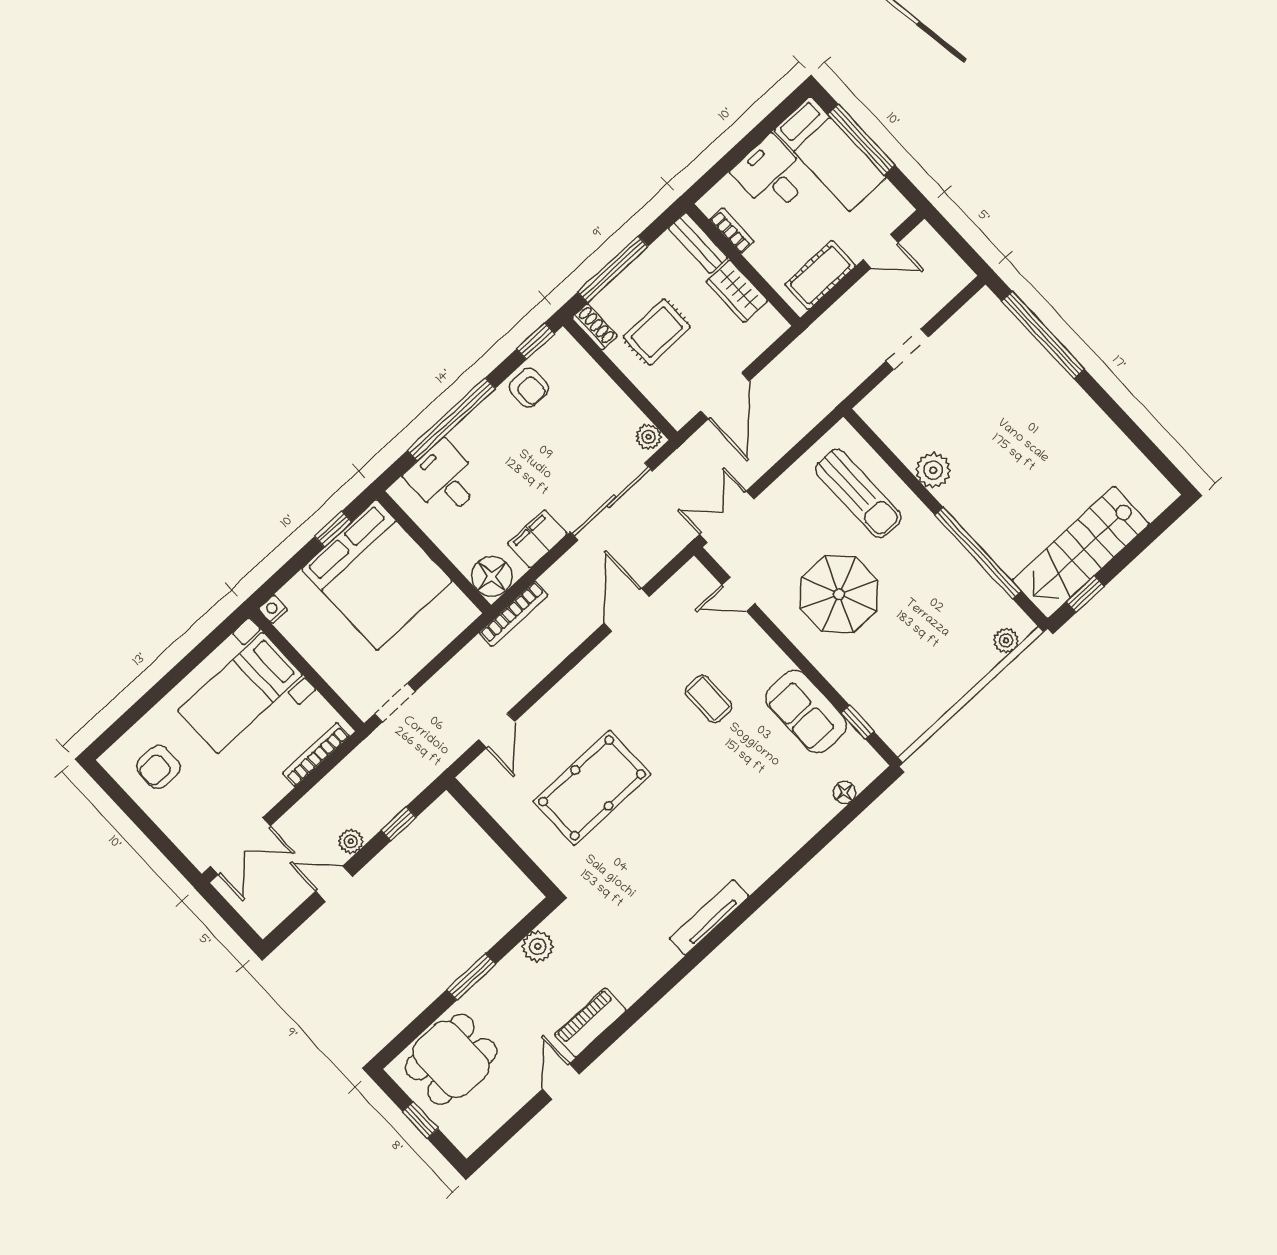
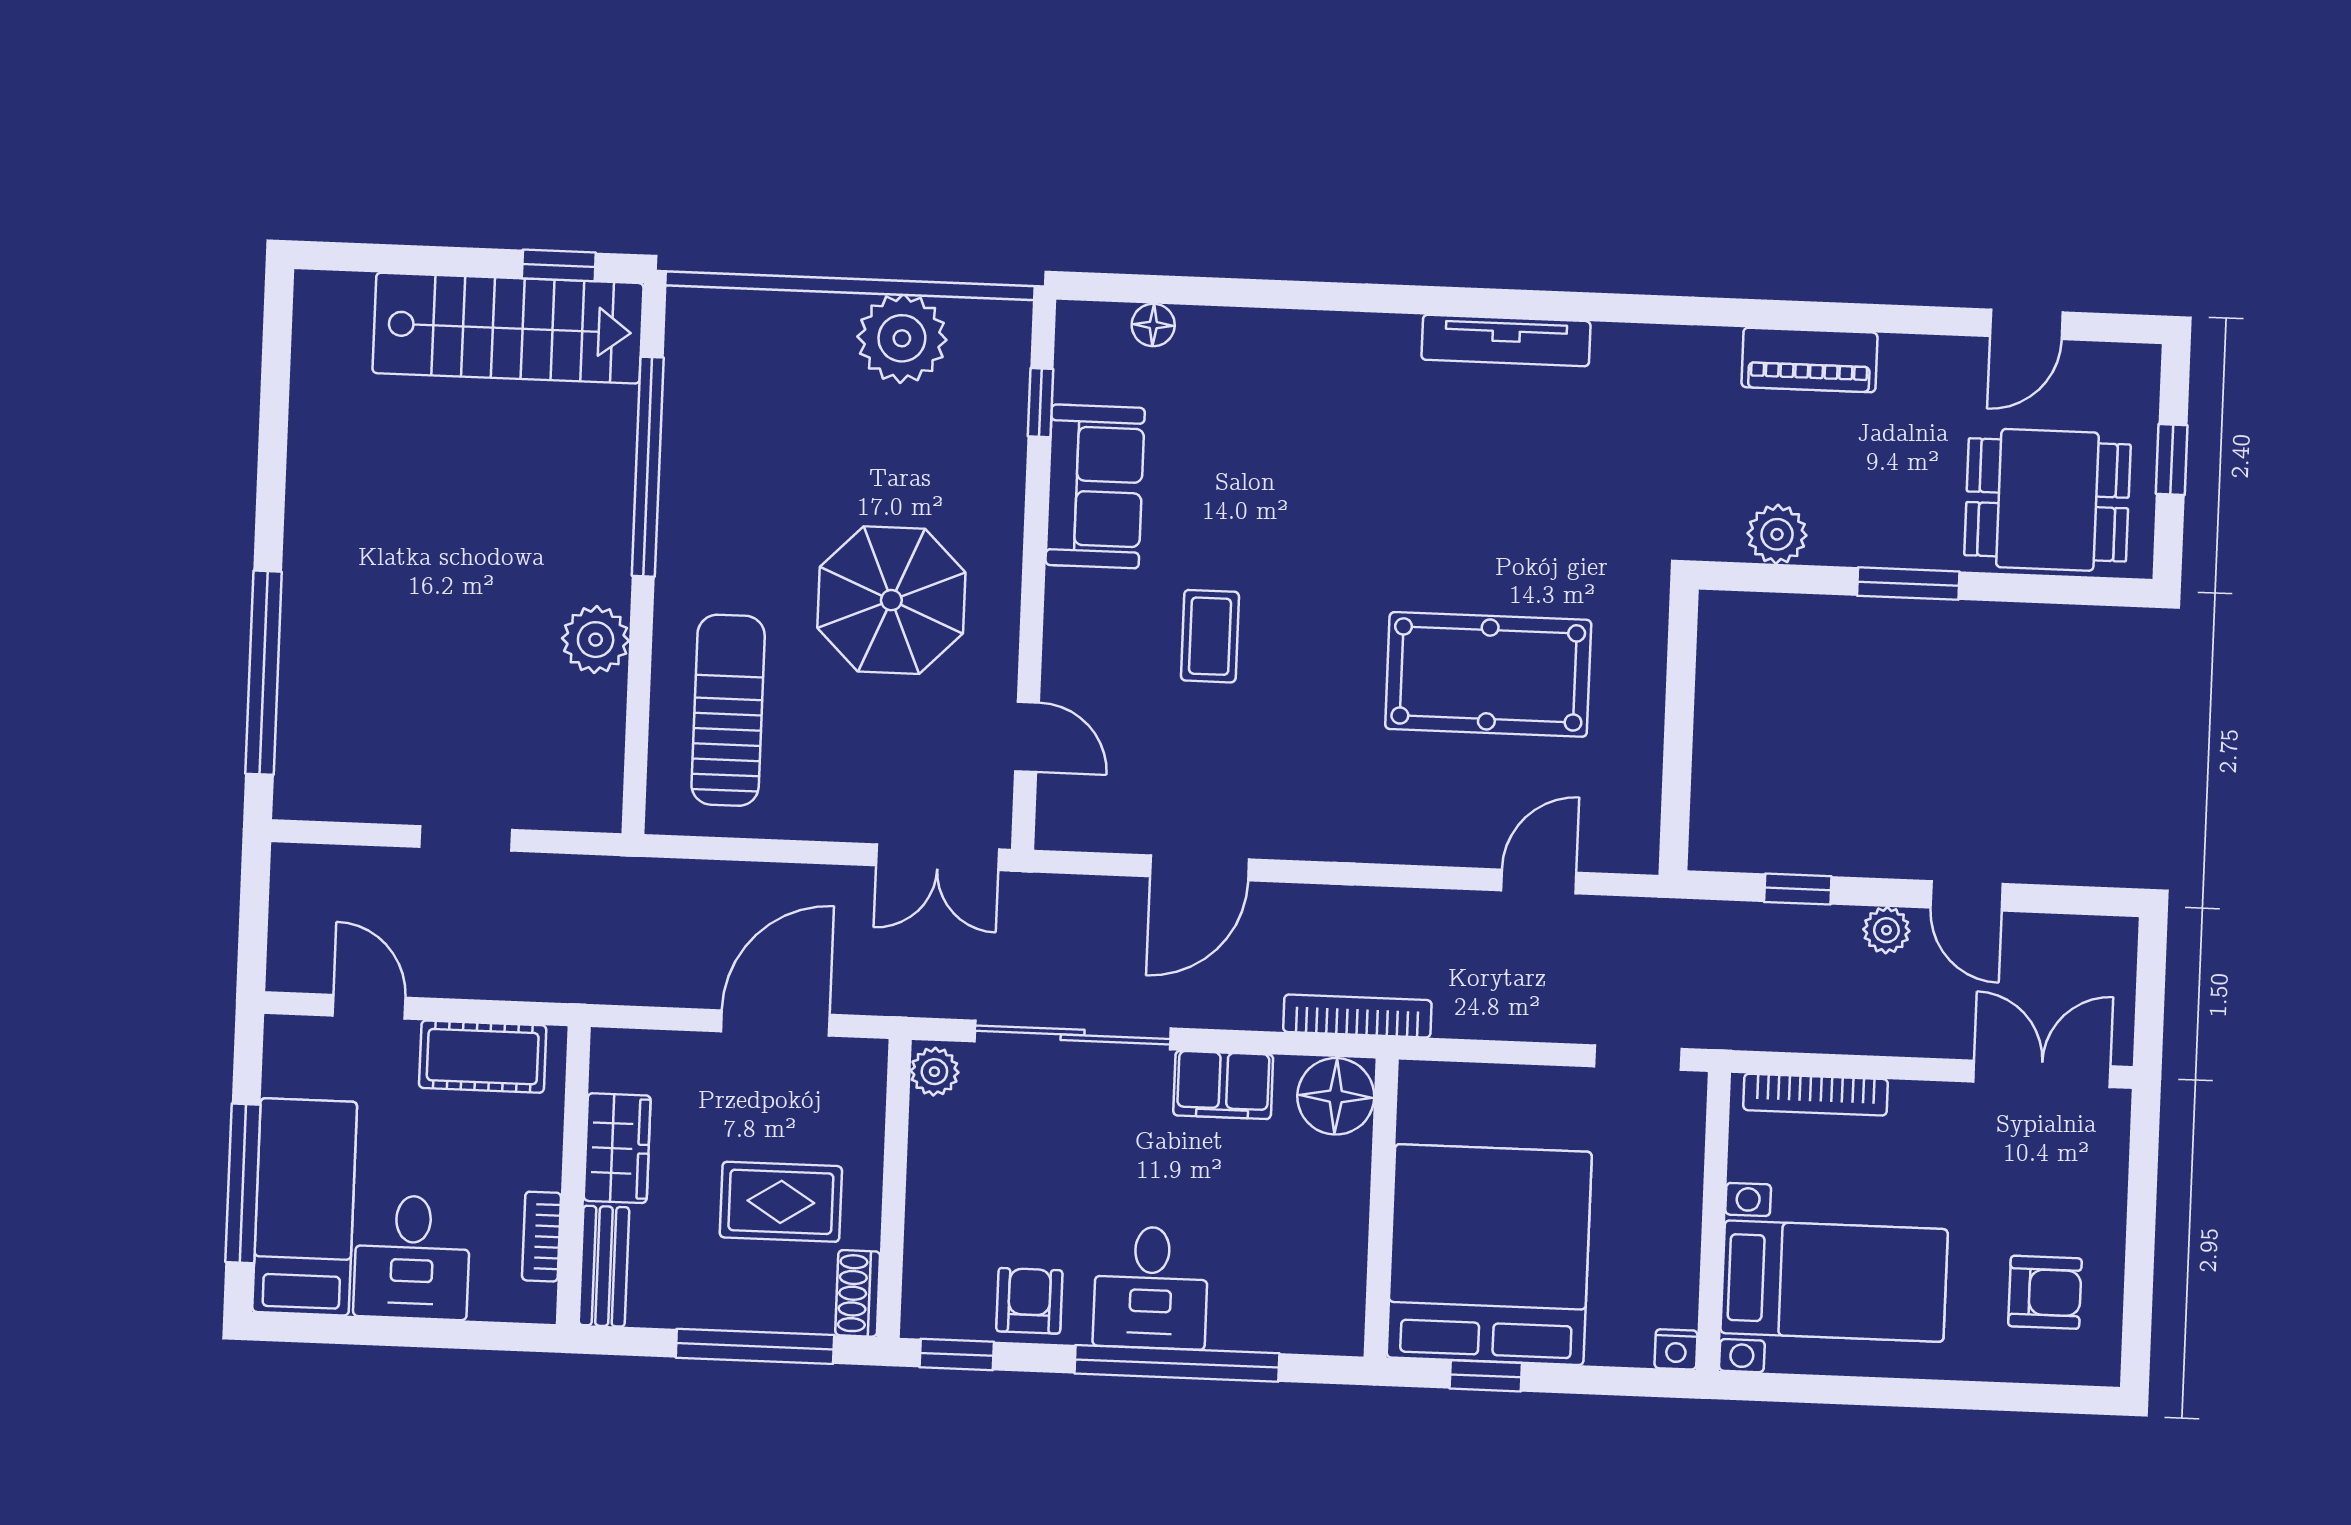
desk: (444, 479) -> (1151, 1288), moved
plant: (1006, 641) -> (902, 338), moved, width x1.88, depth x1.88
door: (561, 1081) -> (2026, 324), moved

